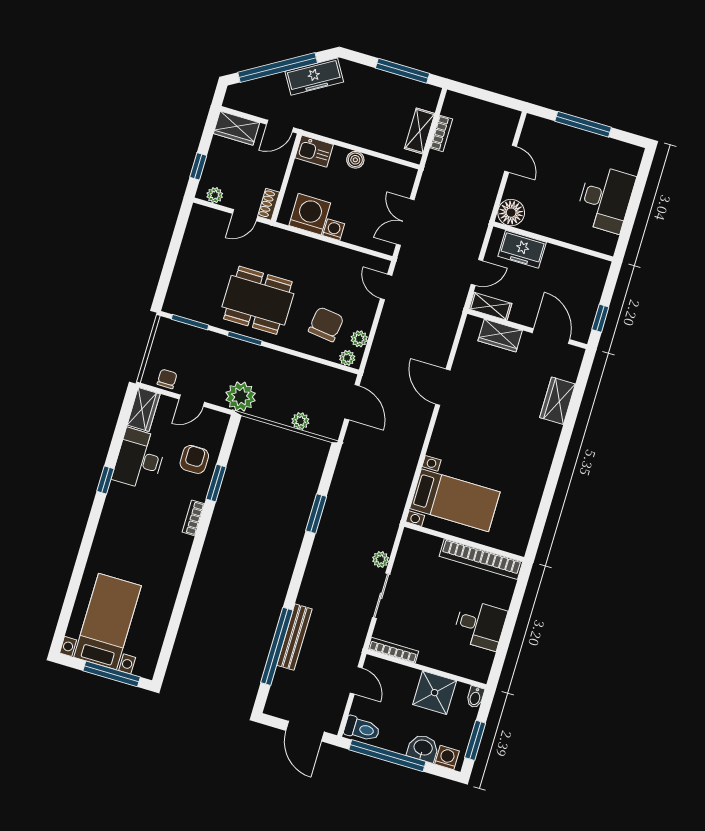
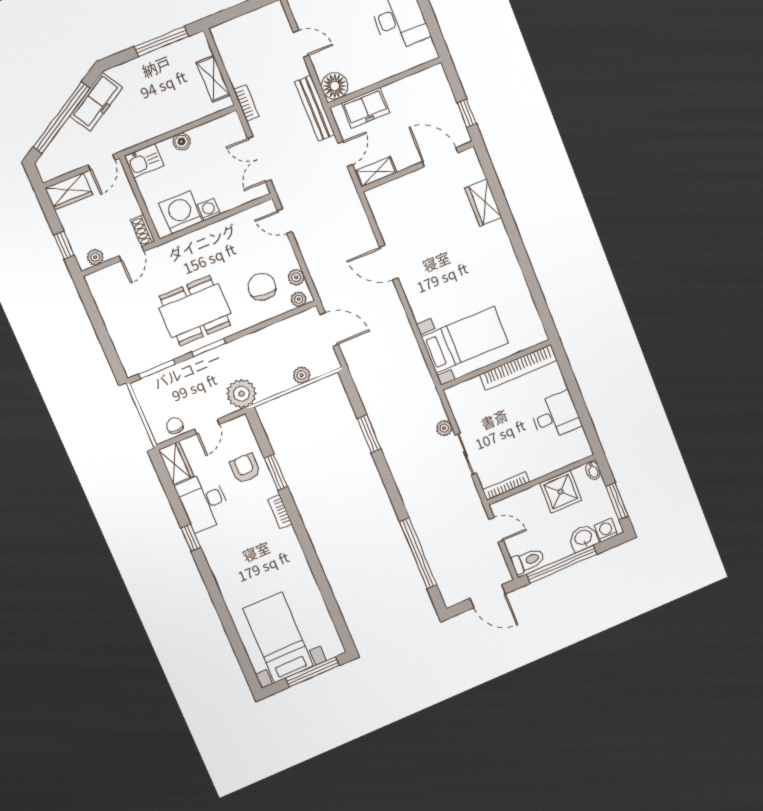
bookcase: (441, 133) -> (246, 103), moved
wardrobe: (500, 336) -> (401, 188), removed
bench: (294, 637) -> (315, 108), moved

